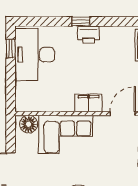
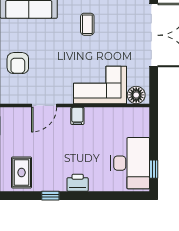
window: (81, 21) -> (50, 196), moved
filing cabinet: (89, 103) -> (77, 116), width x0.50

